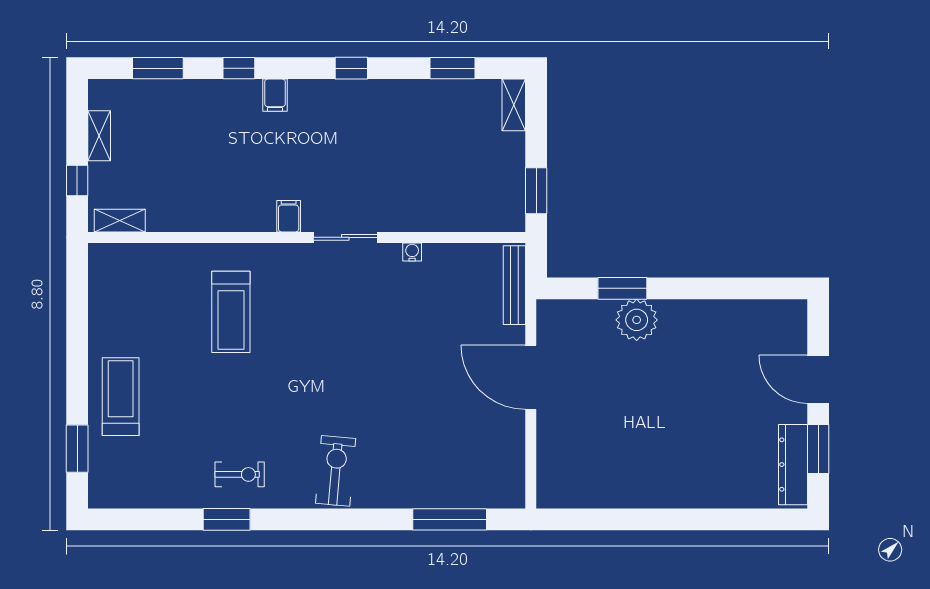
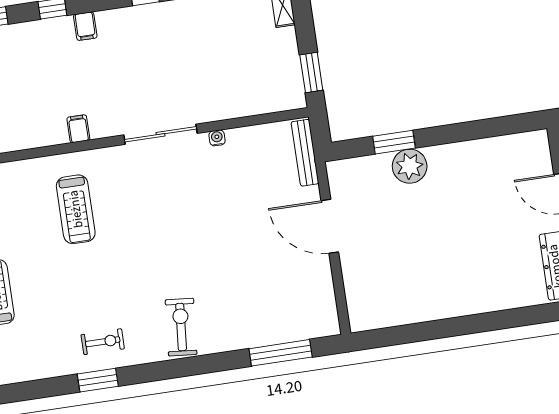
filing cabinet: (289, 216) -> (78, 129), moved
sliding door: (345, 237) -> (160, 134), width x1.37

